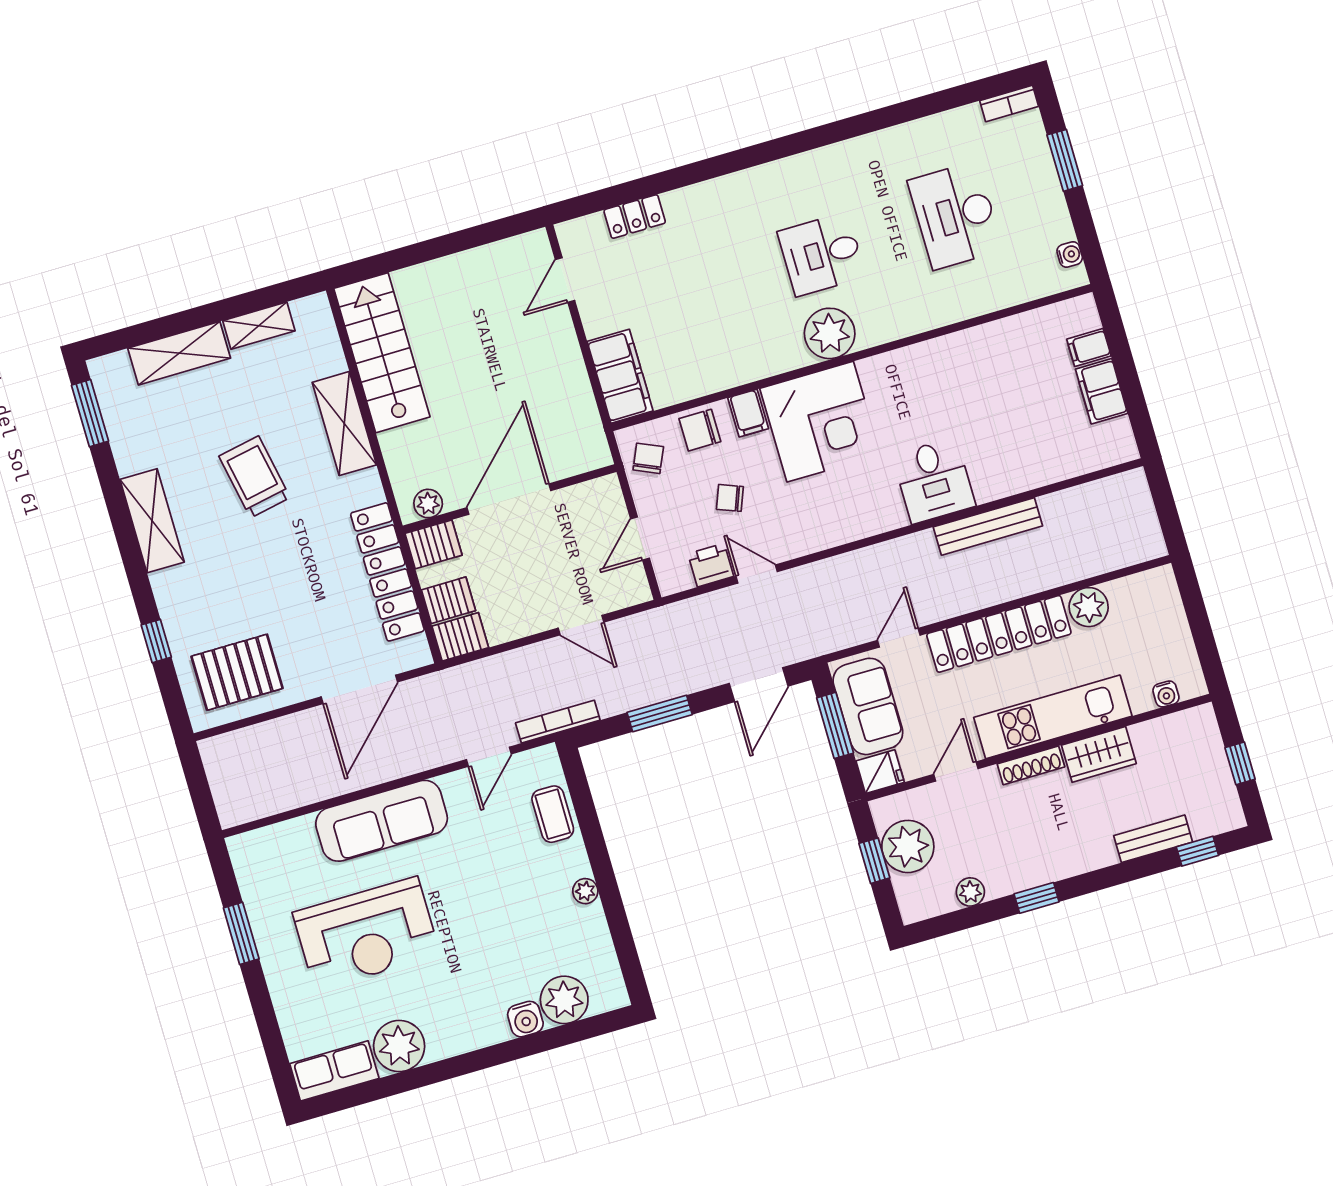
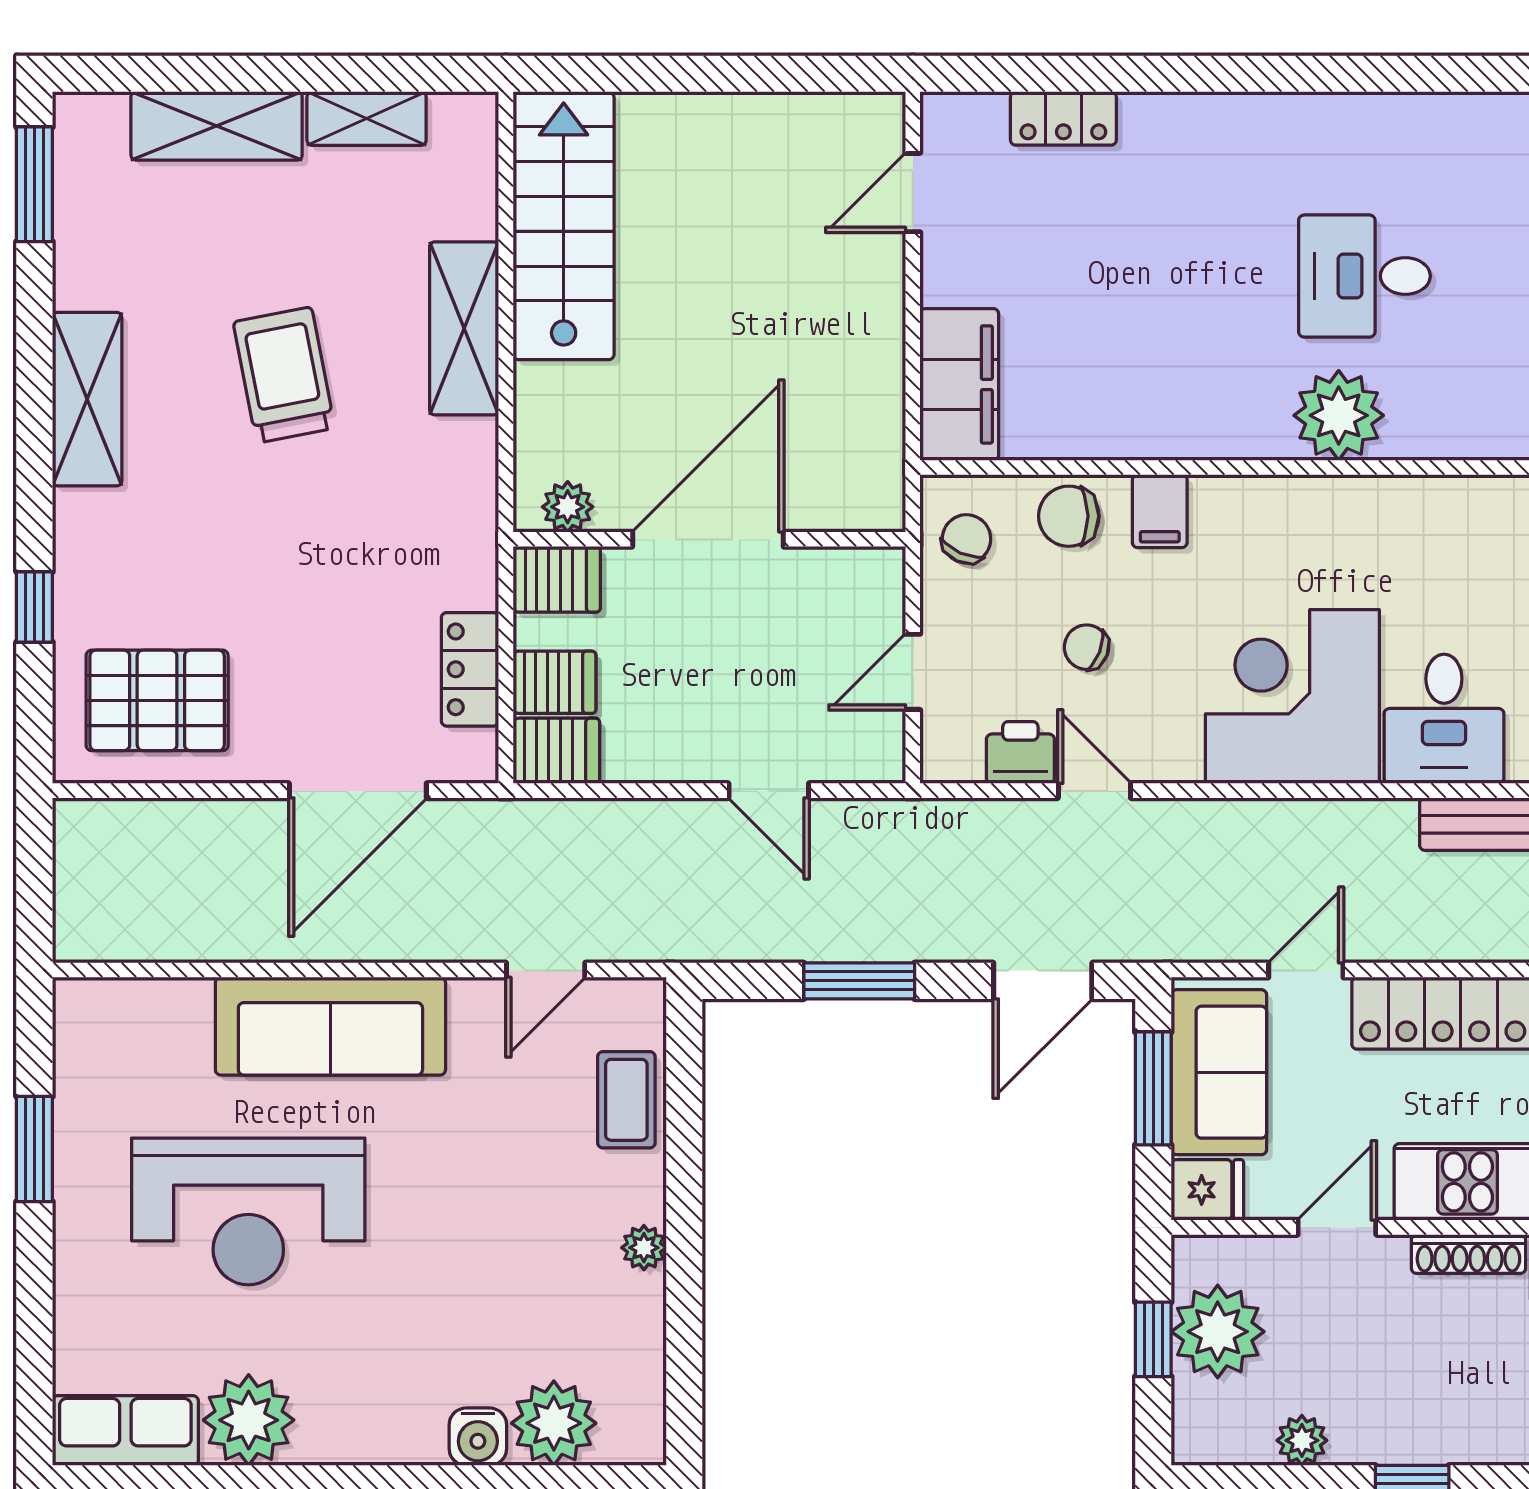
corner desk: (820, 422) -> (1292, 696), moved, turned 180
locker: (387, 572) -> (470, 669), width x0.46, depth x0.83
bookcase: (558, 722) -> (681, 944), removed

